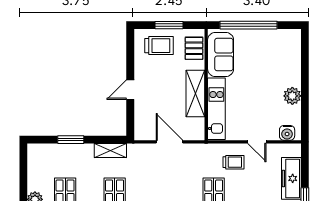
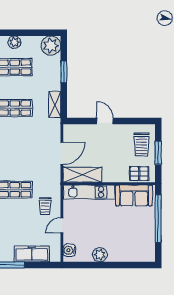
shelving: (195, 93) -> (82, 175), moved
plant: (39, 155) -> (51, 46), added

